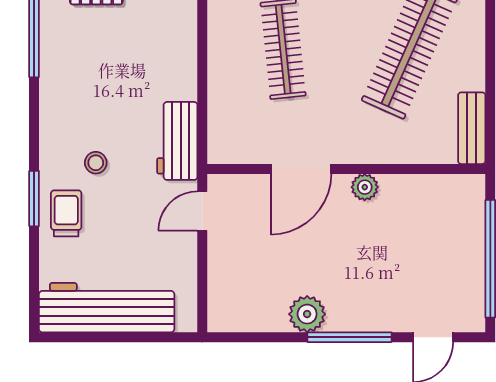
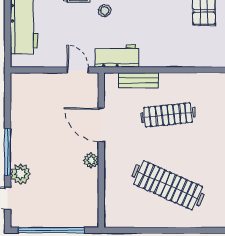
bench: (472, 128) -> (139, 80), moved
plant: (307, 314) -> (20, 174), moved

